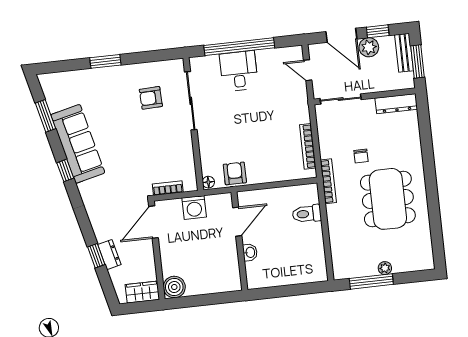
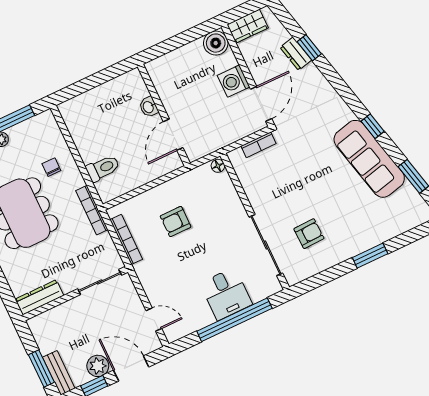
wall: (365, 96) -> (75, 293), moved
sliding door: (341, 99) -> (100, 282), moved
dresser: (396, 104) -> (39, 297), moved
chair: (361, 156) -> (51, 167), moved
armchair: (235, 173) -> (176, 221), moved, turned 90
washing machine: (194, 207) -> (234, 81), moved, turned -90

